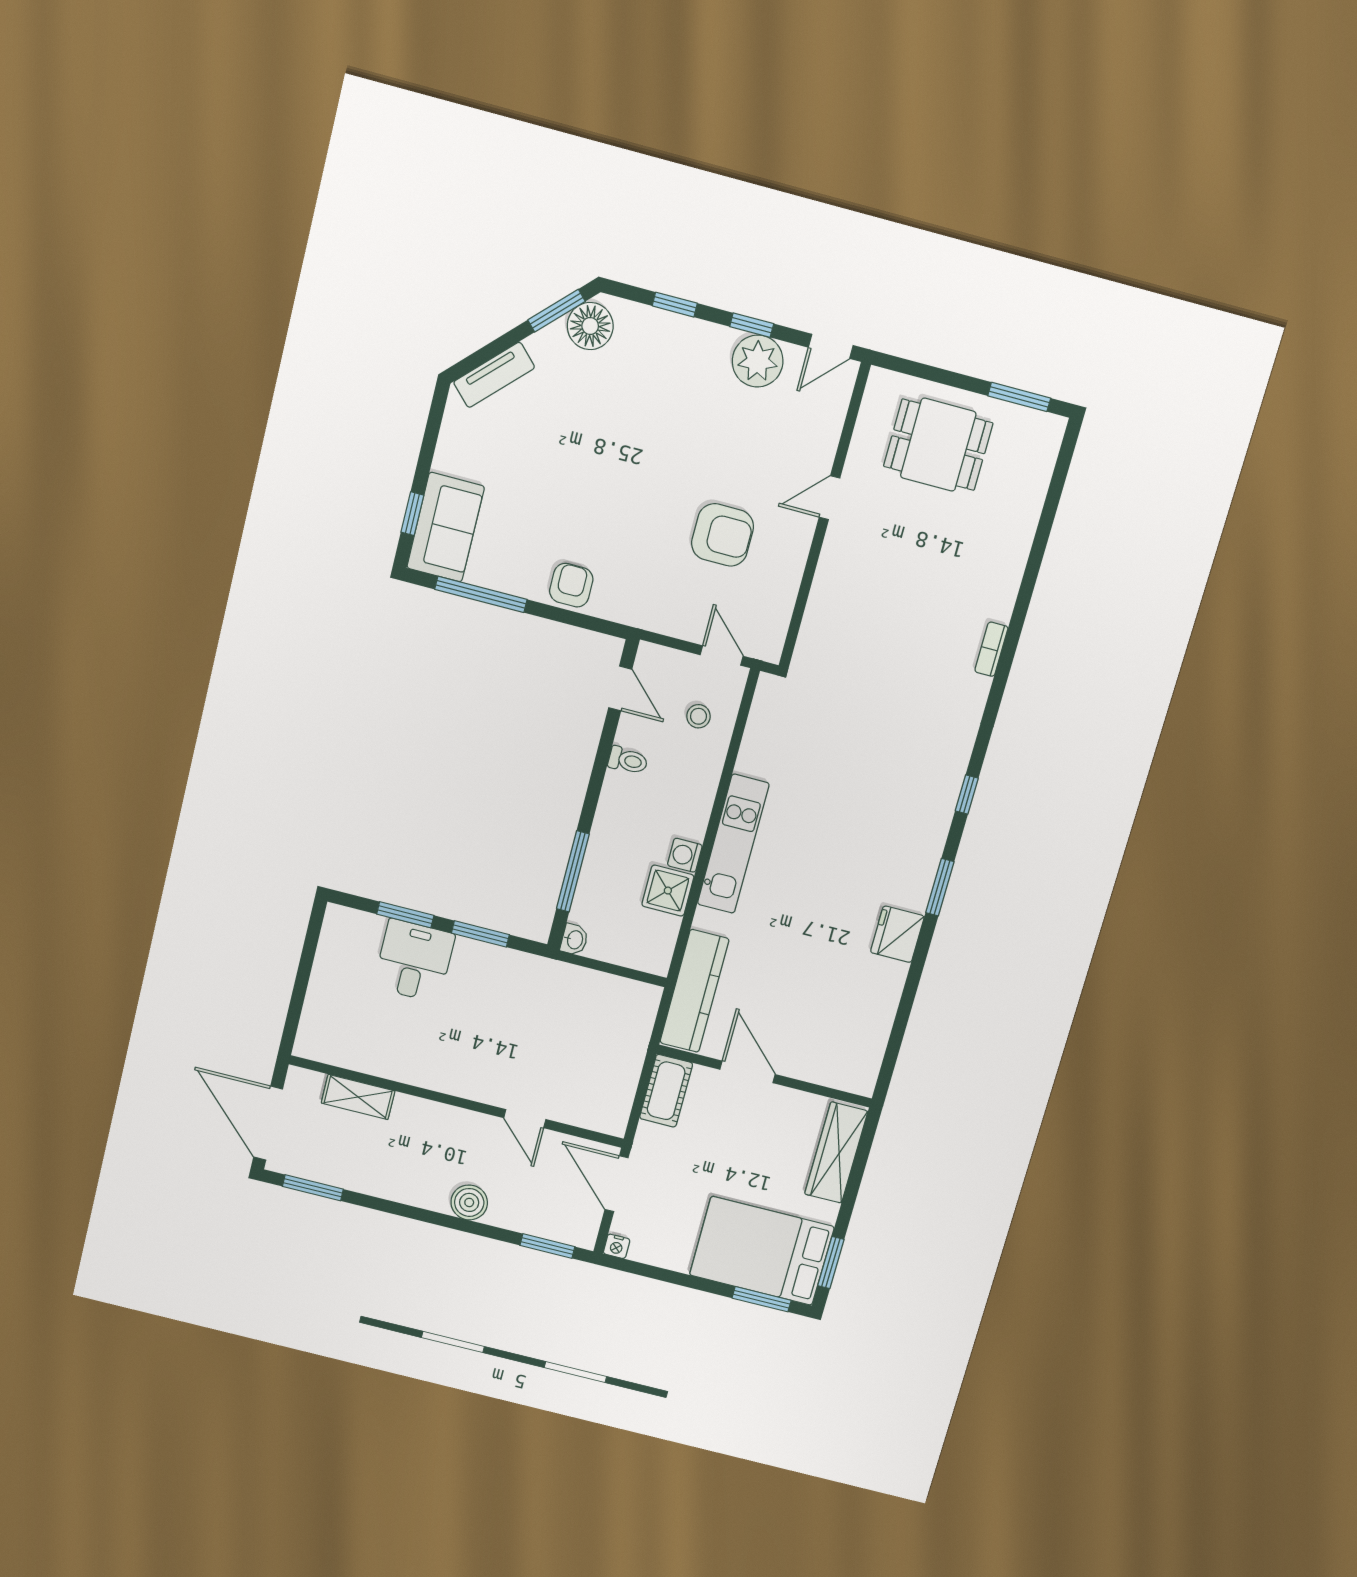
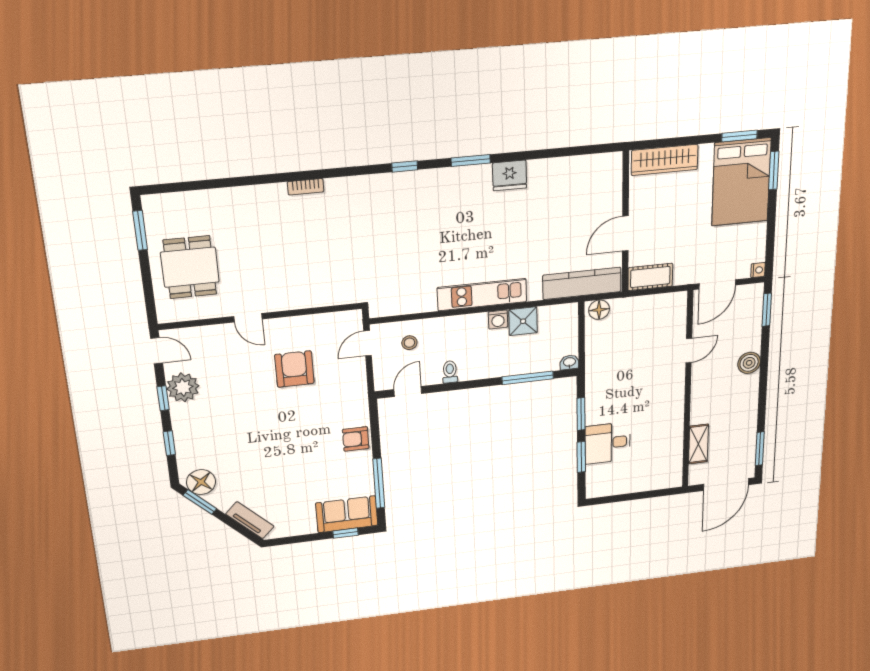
floor lamp: (643, 1005) -> (599, 310), added

